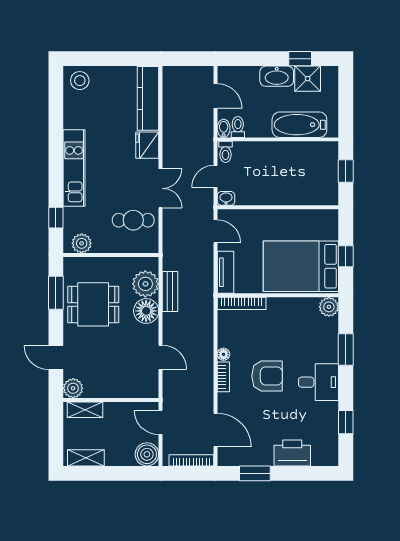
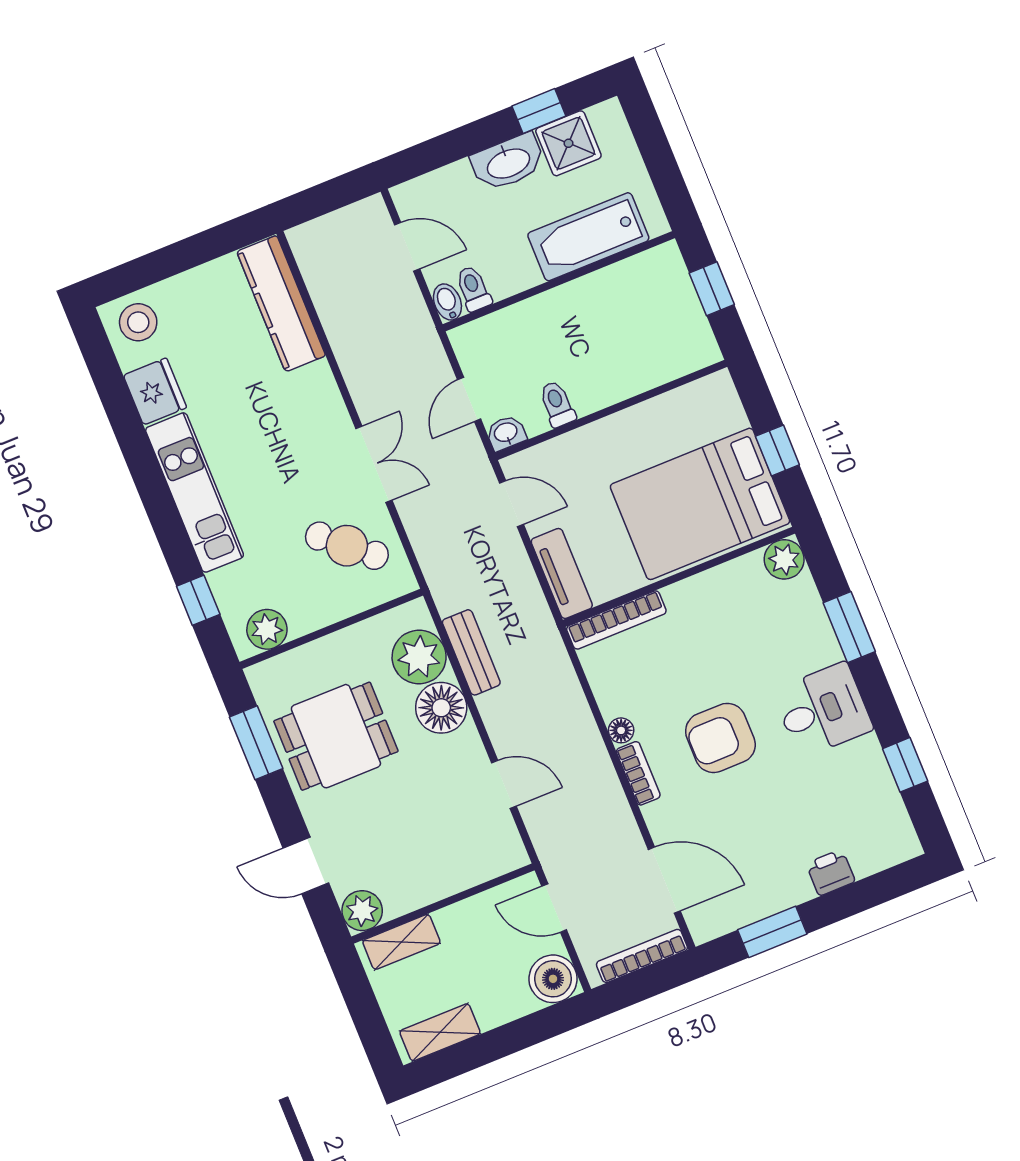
fridge: (147, 145) -> (155, 391), moved, turned 180
toilet: (226, 152) -> (557, 404), moved, turned 180
cafe table: (133, 220) -> (347, 546), turned 41
armchair: (267, 376) -> (720, 738), turned 180
printer: (292, 453) -> (831, 873), width x0.53, depth x0.68

